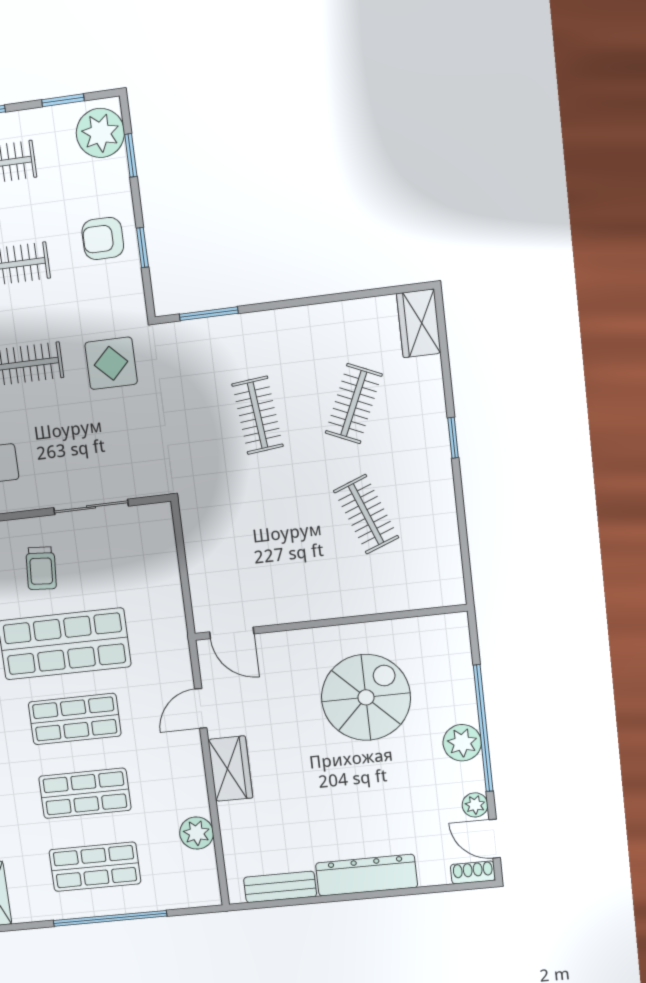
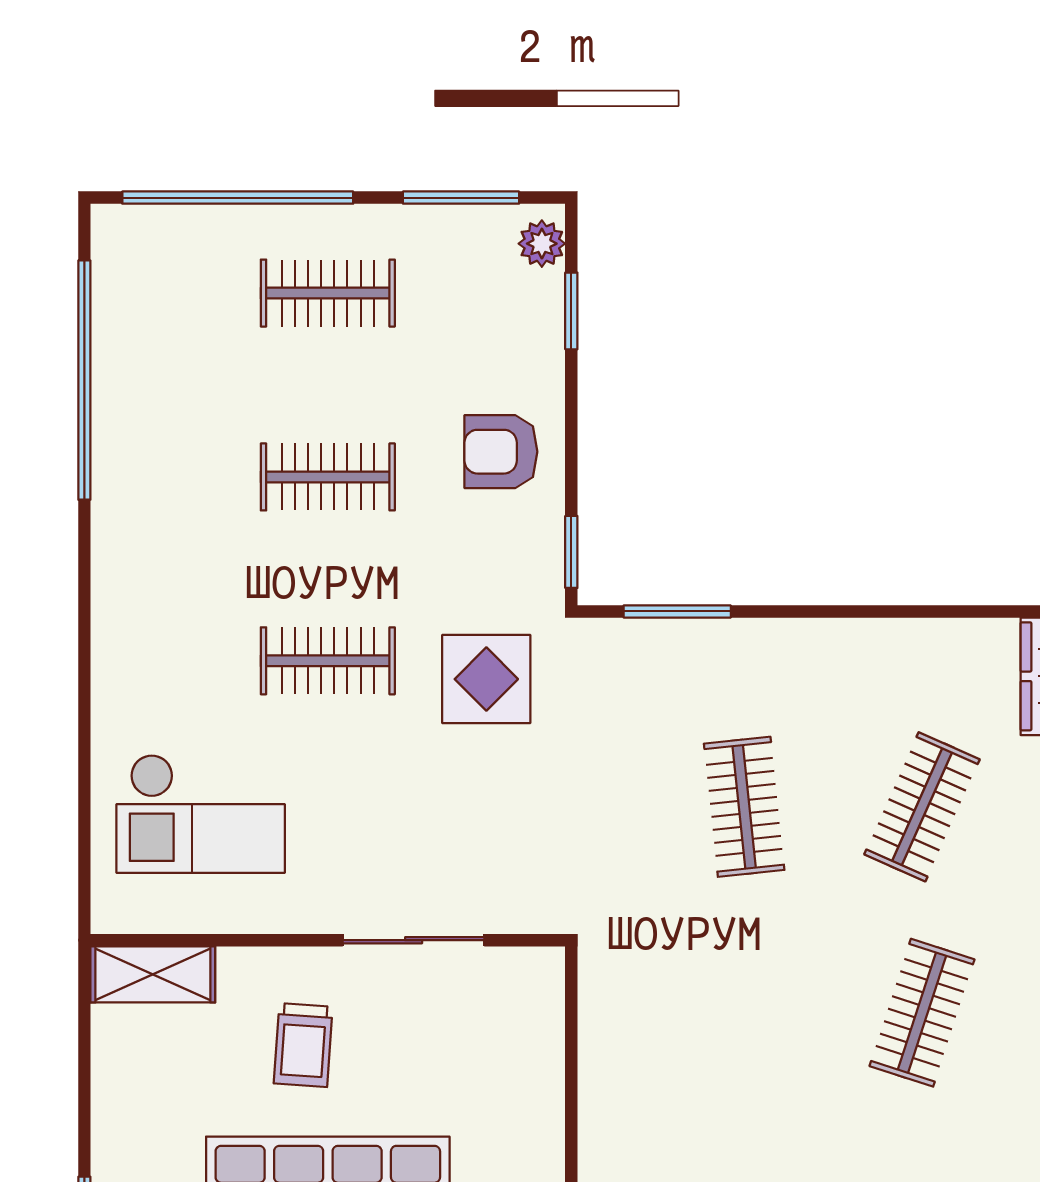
window: (63, 100) -> (461, 198), width x1.50
plant: (100, 133) -> (542, 244), width x0.53, depth x0.53
window: (142, 248) -> (571, 552), moved
clothes rail: (366, 514) -> (922, 1013), turned 39

